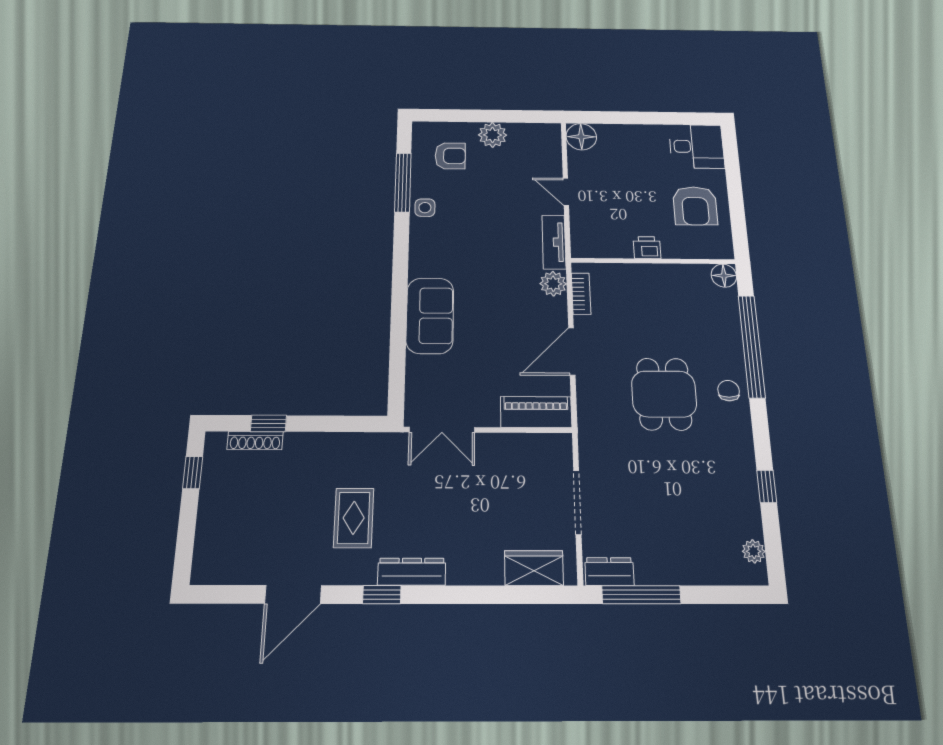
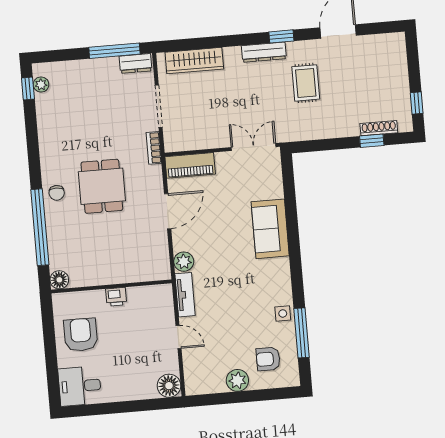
bookcase: (581, 294) -> (154, 148), moved
window: (767, 486) -> (28, 88), moved
wardrobe: (534, 568) -> (194, 61), width x1.50

